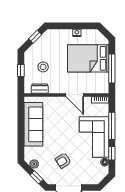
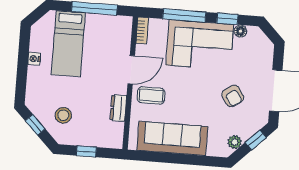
bed: (88, 58) -> (68, 44), width x0.67
stool: (43, 67) -> (63, 115), moved
dresser: (40, 89) -> (118, 108), moved
coffee table: (59, 109) -> (151, 95), added

